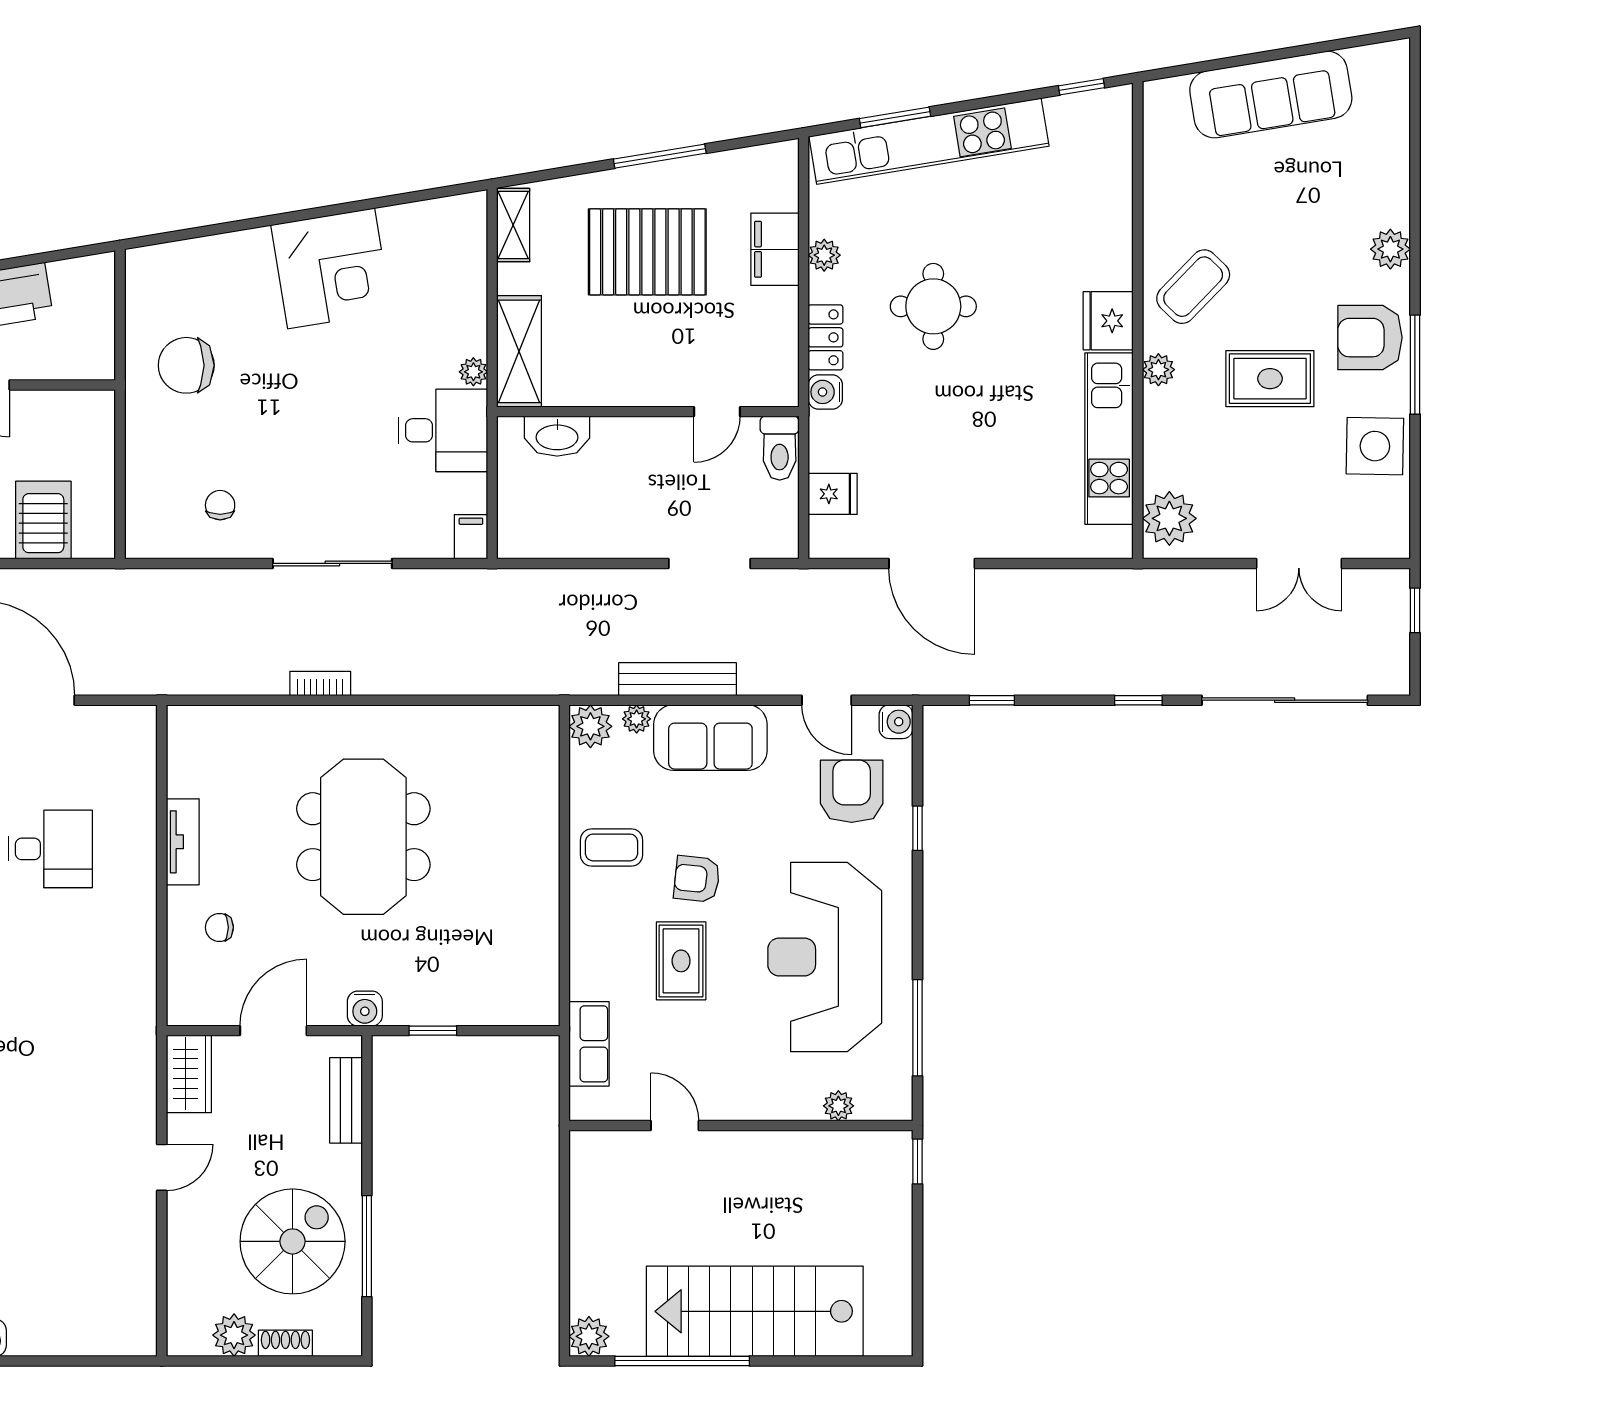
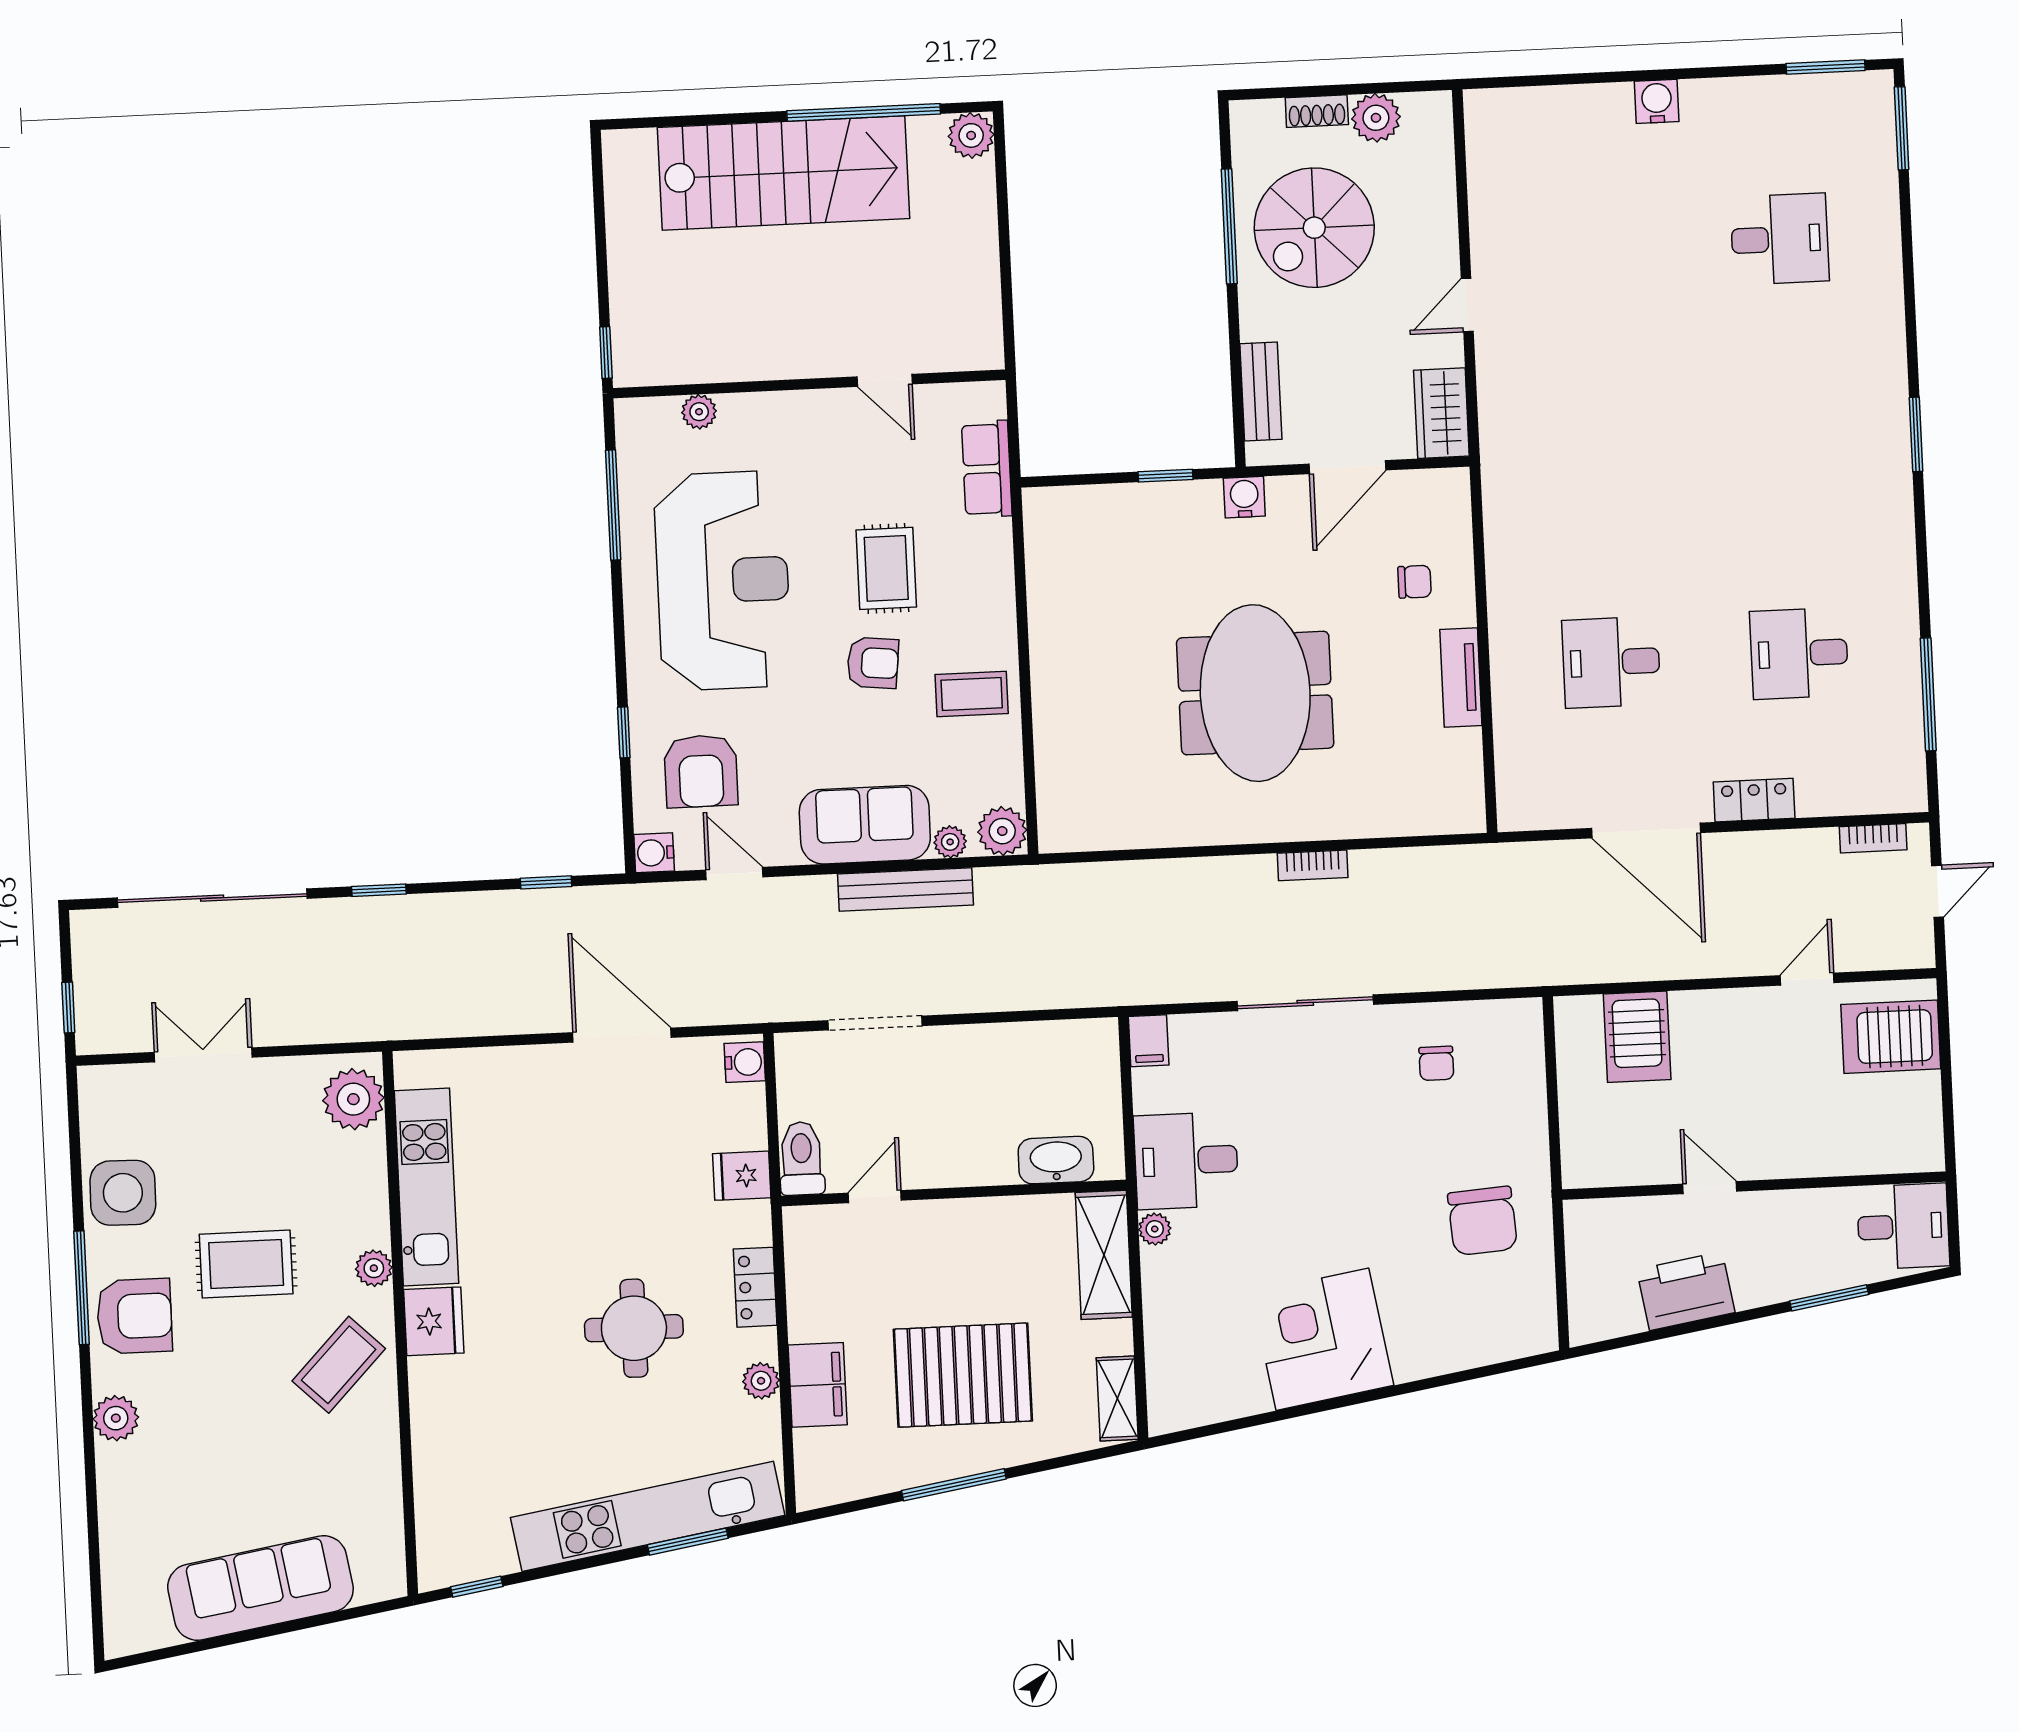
chair: (186, 365) -> (1482, 1221), turned 86
water cooler: (825, 392) -> (745, 1062), moved
fridge: (833, 494) -> (742, 1176), moved

